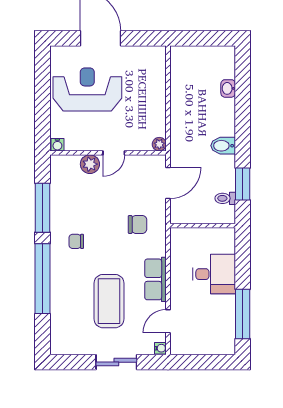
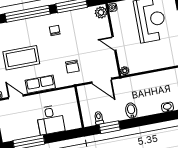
plant: (90, 164) -> (101, 12), moved

